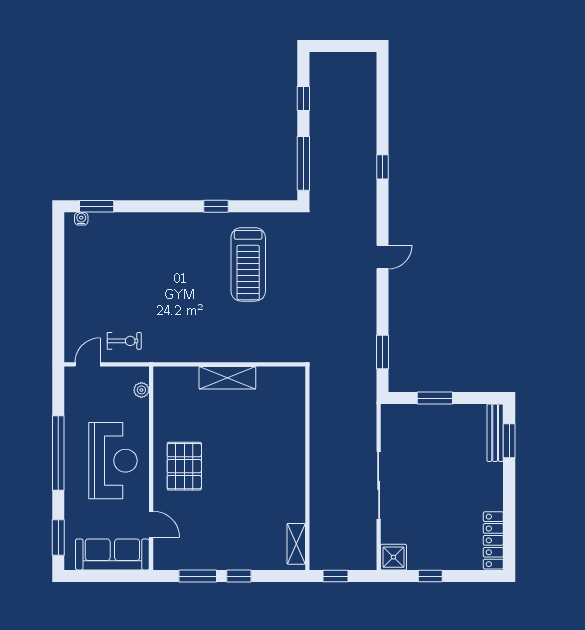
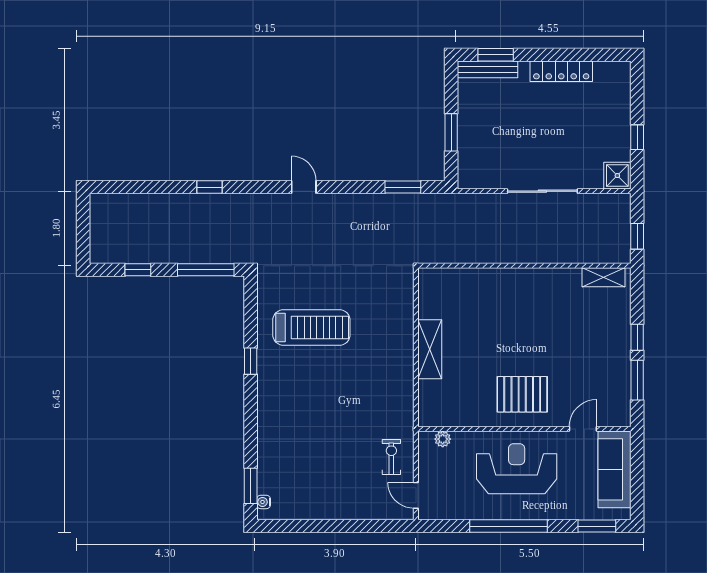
locker: (493, 540) -> (561, 71), moved

